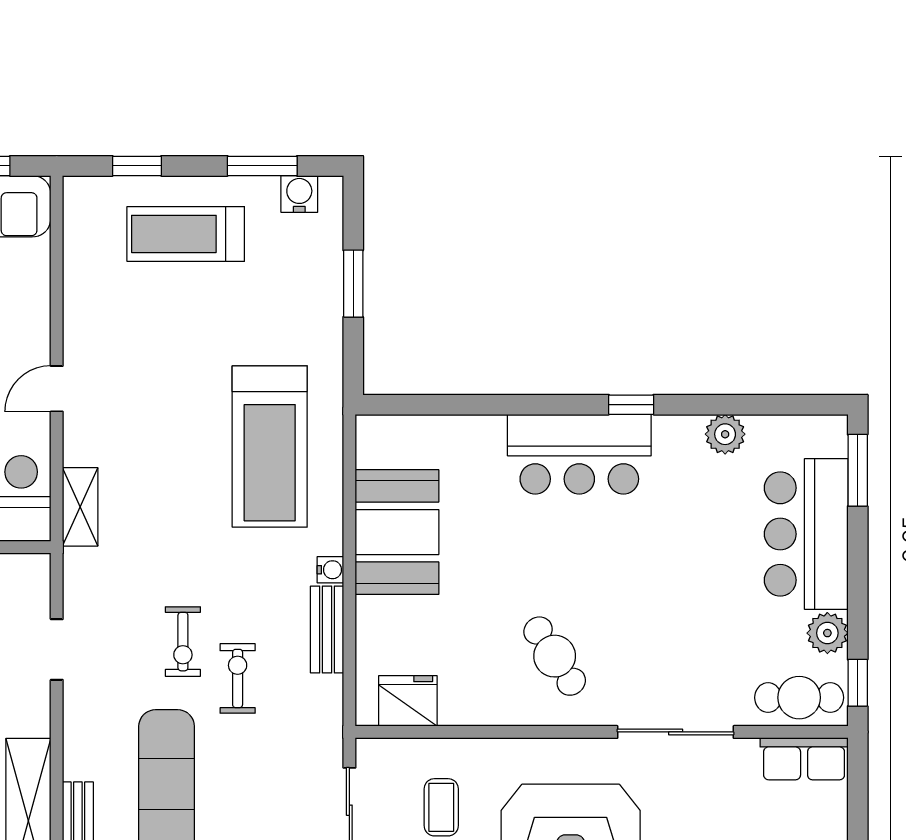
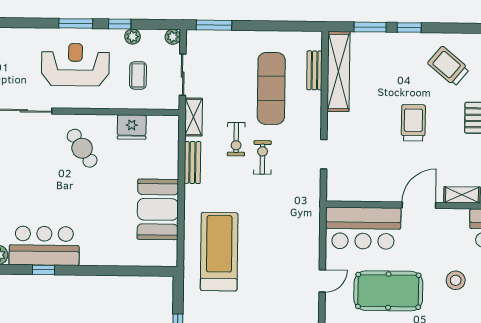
bar counter: (579, 454) -> (44, 246), moved
shelving: (80, 507) -> (193, 117), moved
water cooler: (330, 570) -> (190, 191), removed
fridge: (408, 701) -> (132, 127), moved

